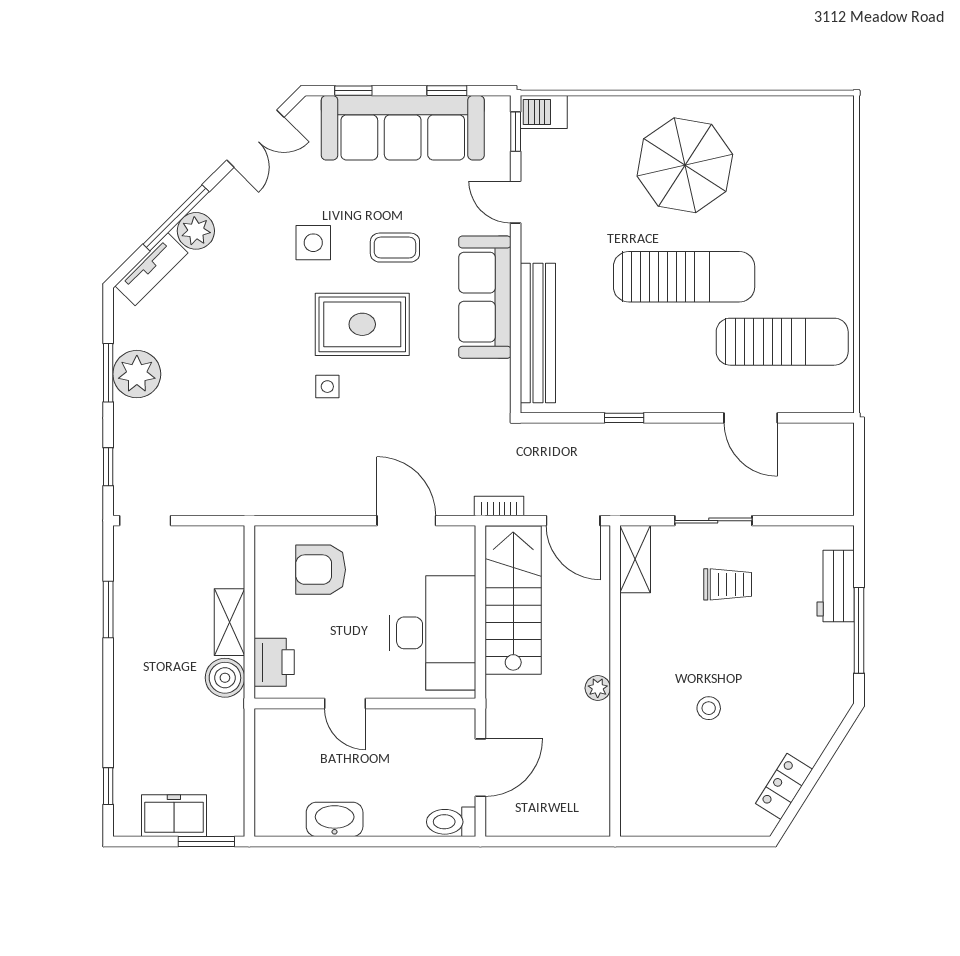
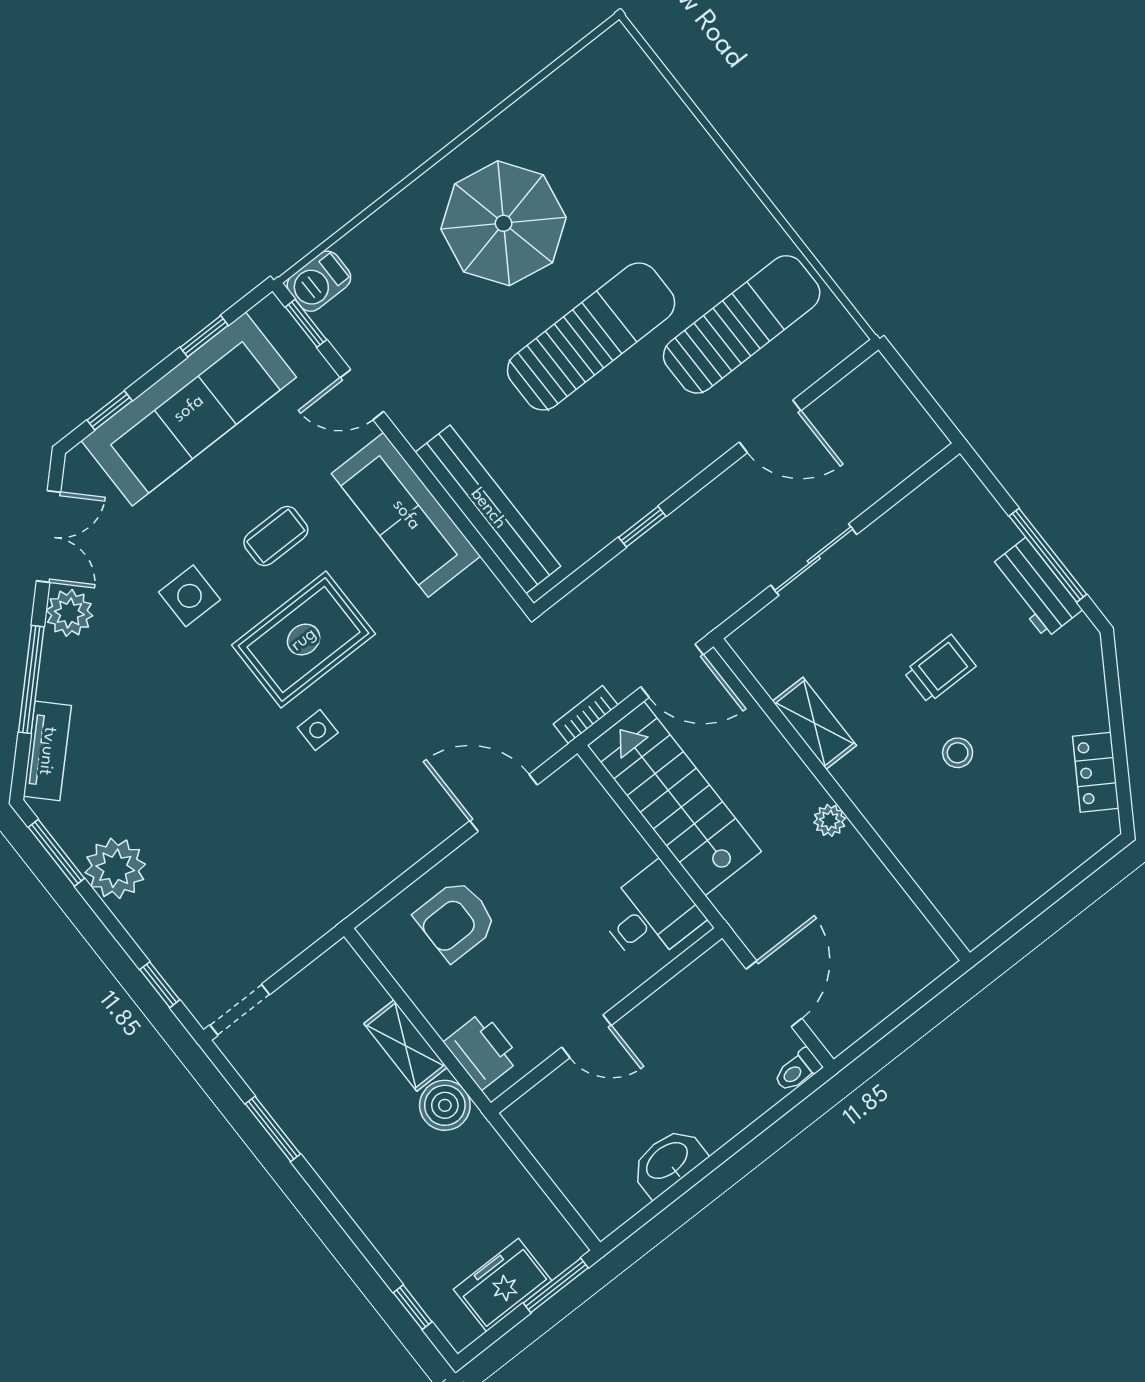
plant: (196, 231) -> (69, 613), moved
window: (108, 373) -> (56, 853), moved
shelving: (635, 559) -> (815, 723), moved
trolley: (728, 584) -> (940, 669), moved
workbench: (836, 586) -> (1036, 588), moved
desk: (433, 633) -> (650, 915), width x0.53, depth x0.77
toilet: (451, 822) -> (797, 1070), width x0.73, depth x0.72

